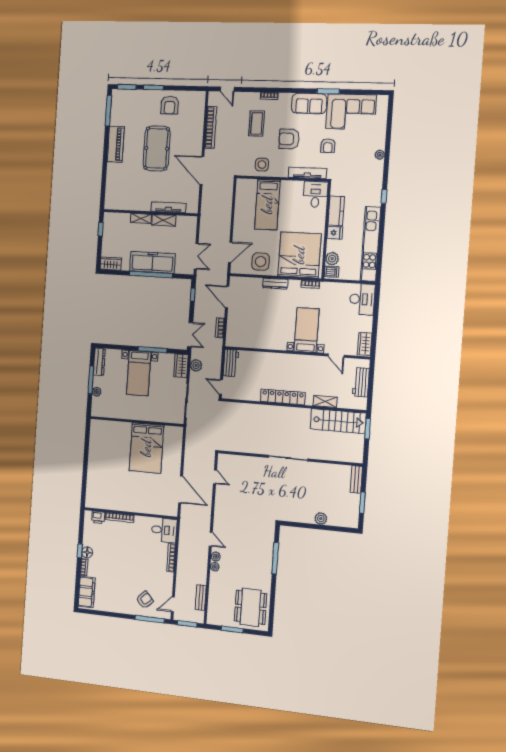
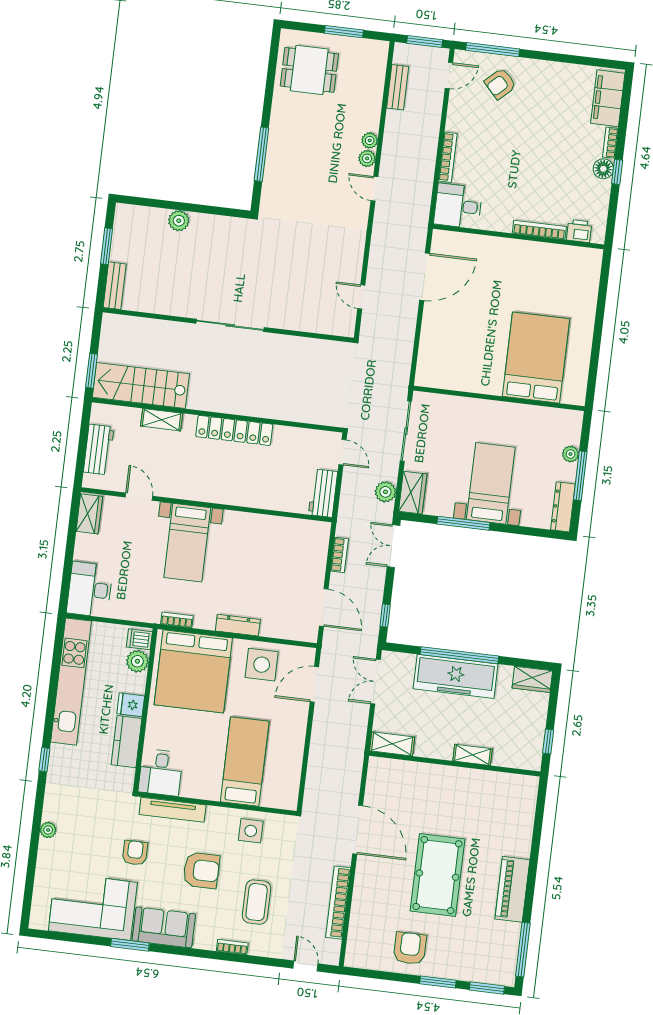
tv unit: (168, 207) -> (421, 771), removed
shelving: (164, 220) -> (392, 744), moved
bed: (146, 448) -> (536, 358), moved
door: (181, 489) -> (425, 277), swing flipped
dining table: (251, 607) -> (309, 70), width x0.73

